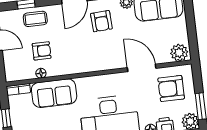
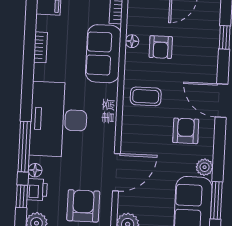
coffee table: (35, 19) -> (146, 96), moved, turned 90
armchair: (101, 21) -> (186, 131), turned 93

